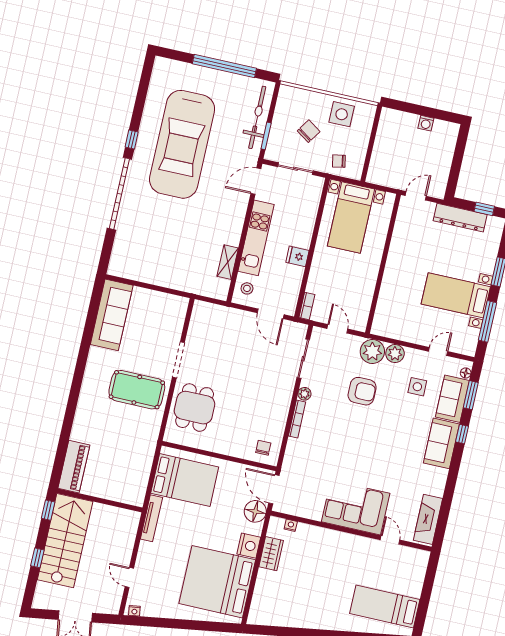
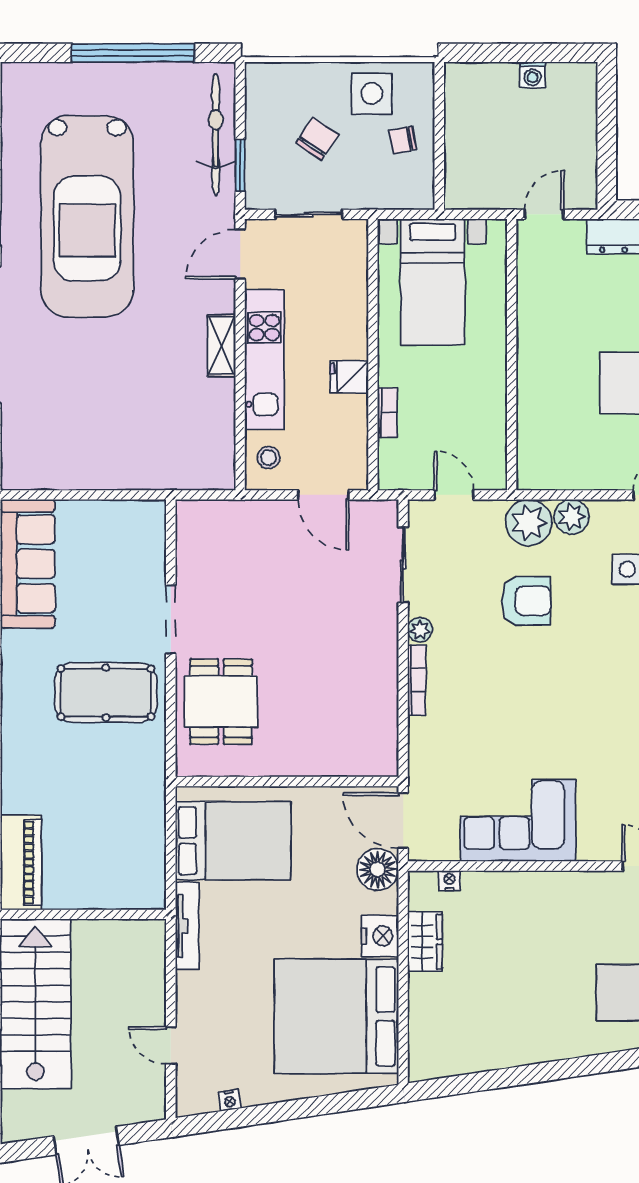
chair: (339, 161) -> (403, 140), moved
shelving: (228, 262) -> (222, 346), moved
bookcase: (307, 306) -> (387, 413), moved
chair: (263, 448) -> (366, 748), removed
corner sofa: (356, 508) -> (518, 820), moved
nightstand: (134, 611) -> (230, 1100), moved

